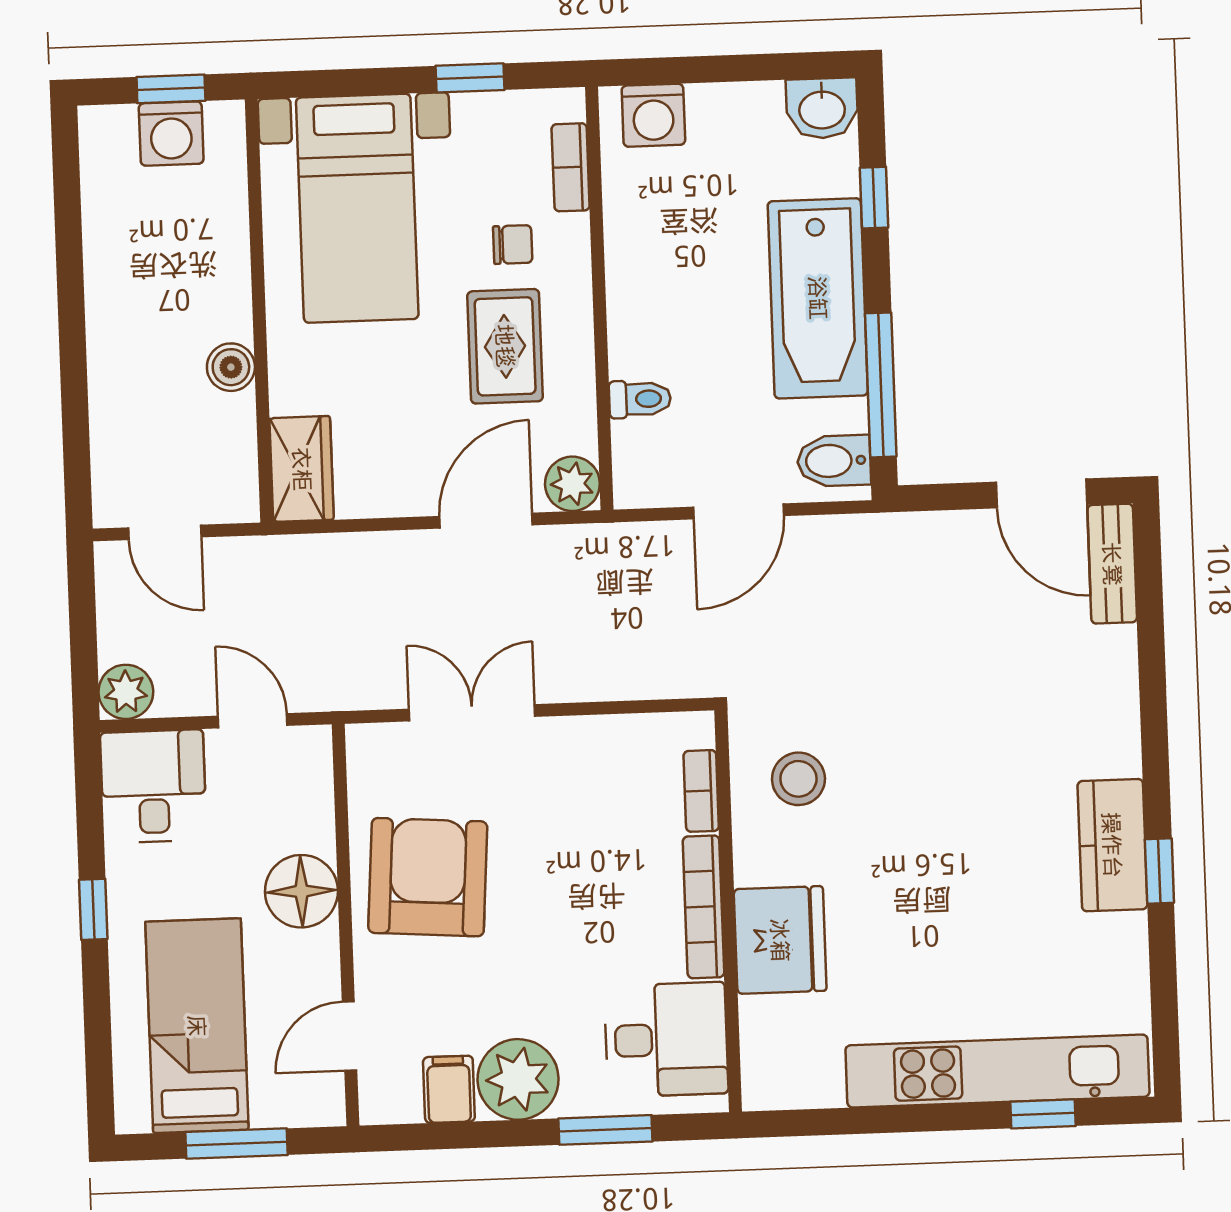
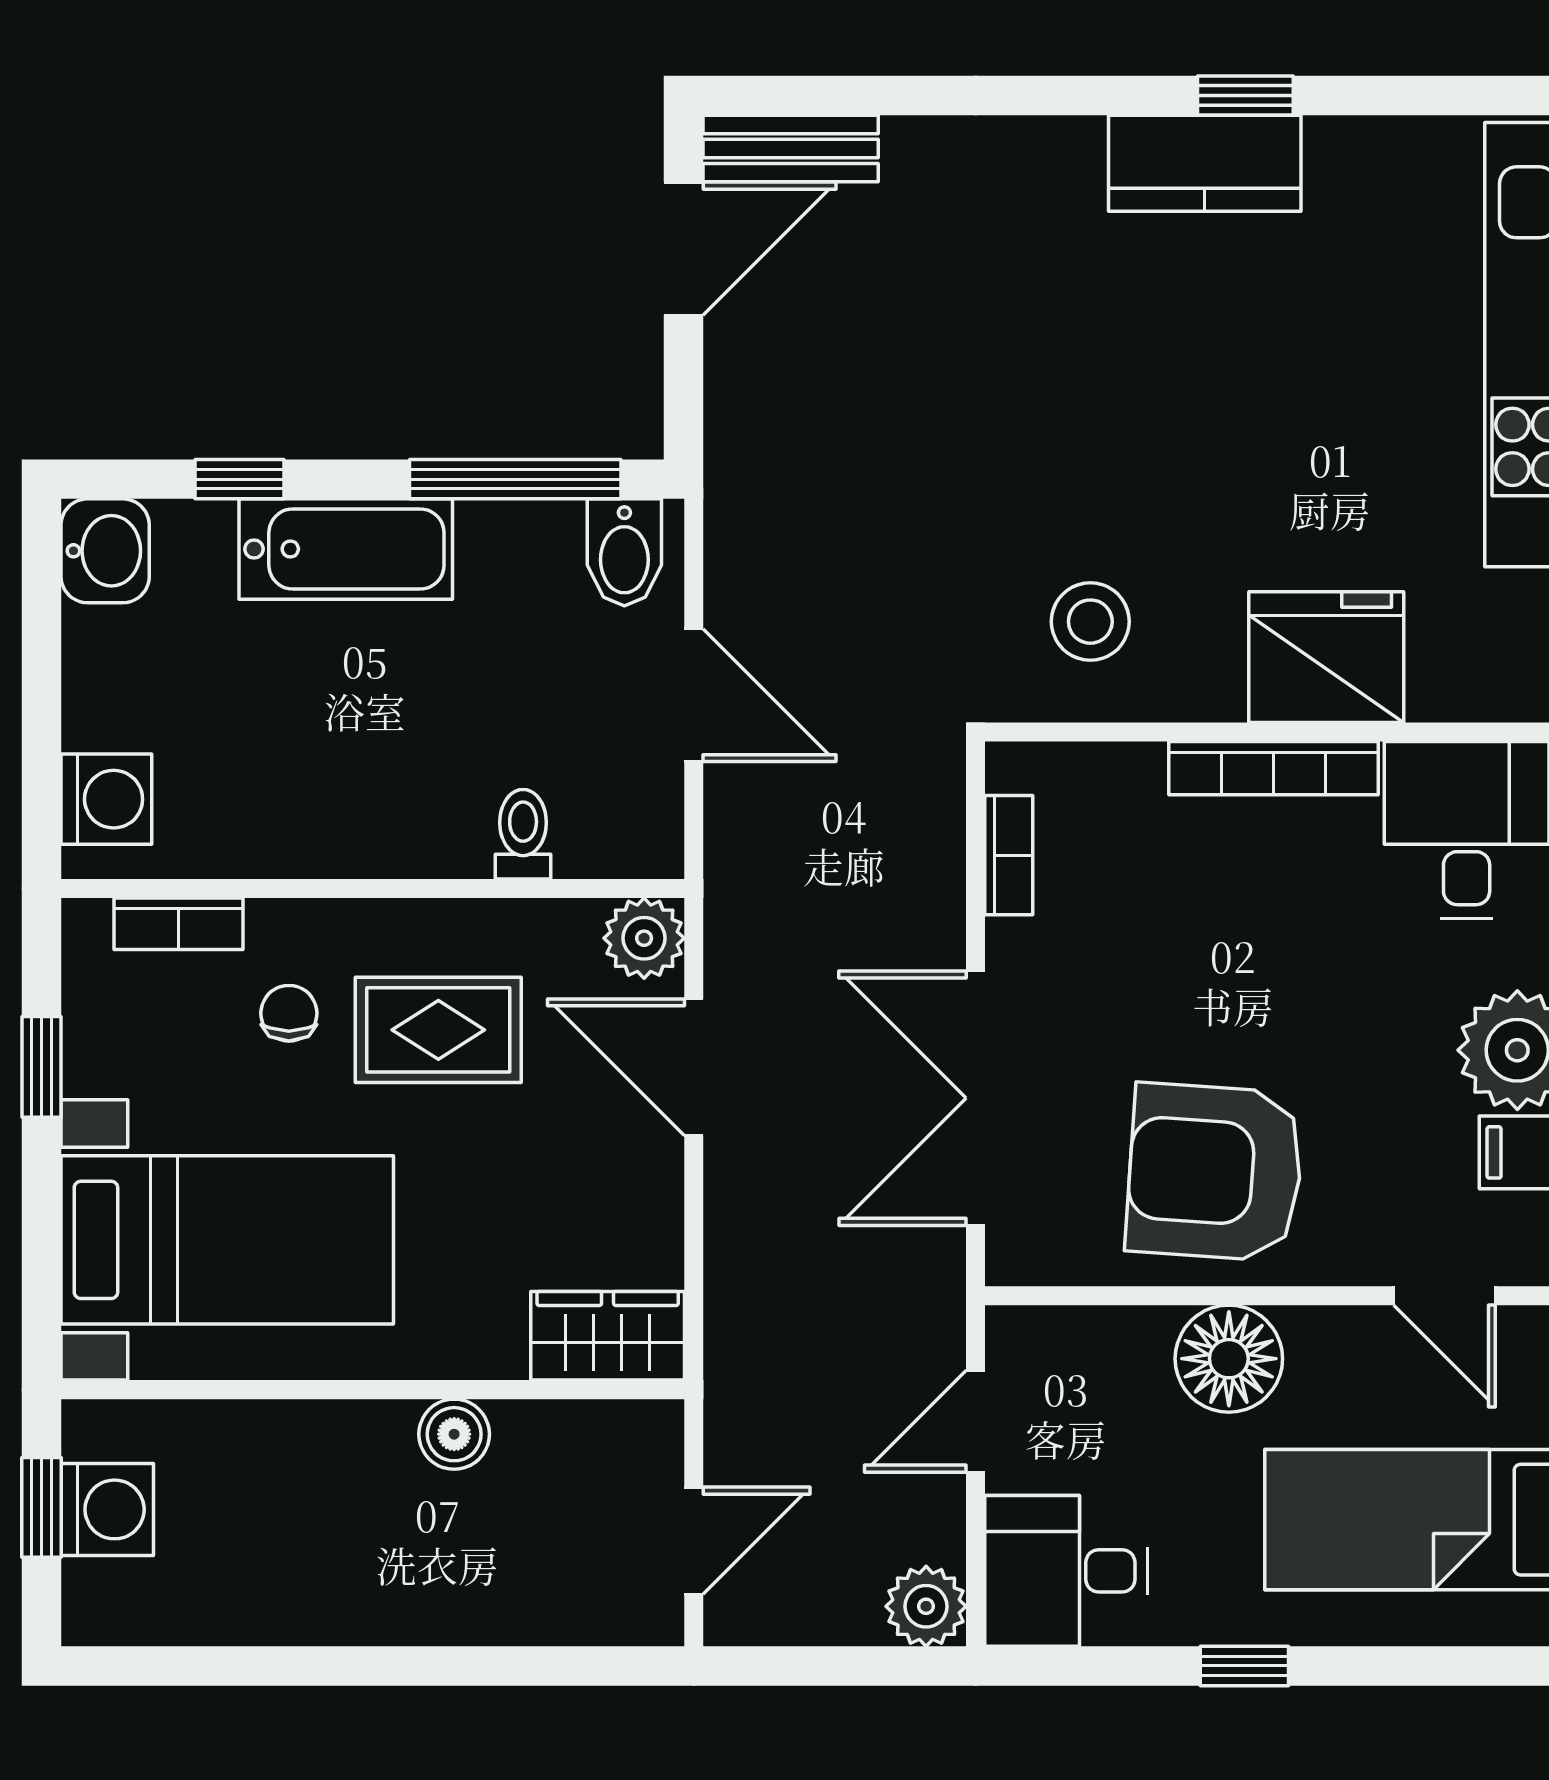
bathtub: (818, 298) -> (346, 549), width x0.73, depth x0.73
double door: (472, 713) -> (976, 1098), width x1.37
bookcase: (701, 791) -> (1009, 855), moved, turned -90

